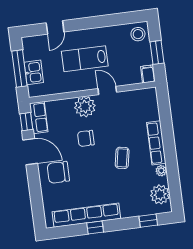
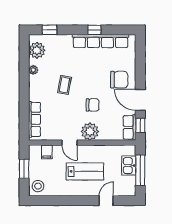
filing cabinet: (148, 74) -> (47, 152), moved
row of seats: (156, 143) -> (35, 119), moved

